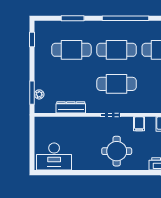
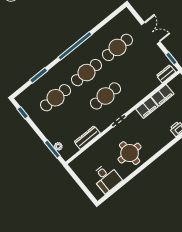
filing cabinet: (139, 124) -> (147, 108), width x2.00
round table: (117, 151) -> (130, 153), moved
desk: (54, 157) -> (106, 178), width x0.73

